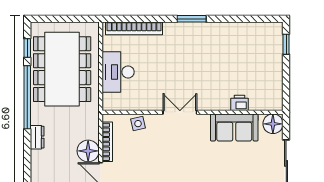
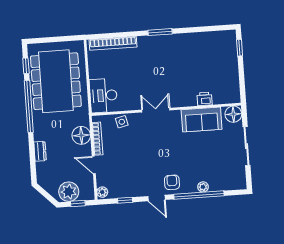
desk: (118, 72) -> (103, 96), moved
dresser: (37, 137) -> (40, 151), moved
floor lamp: (88, 151) -> (81, 135), moved

